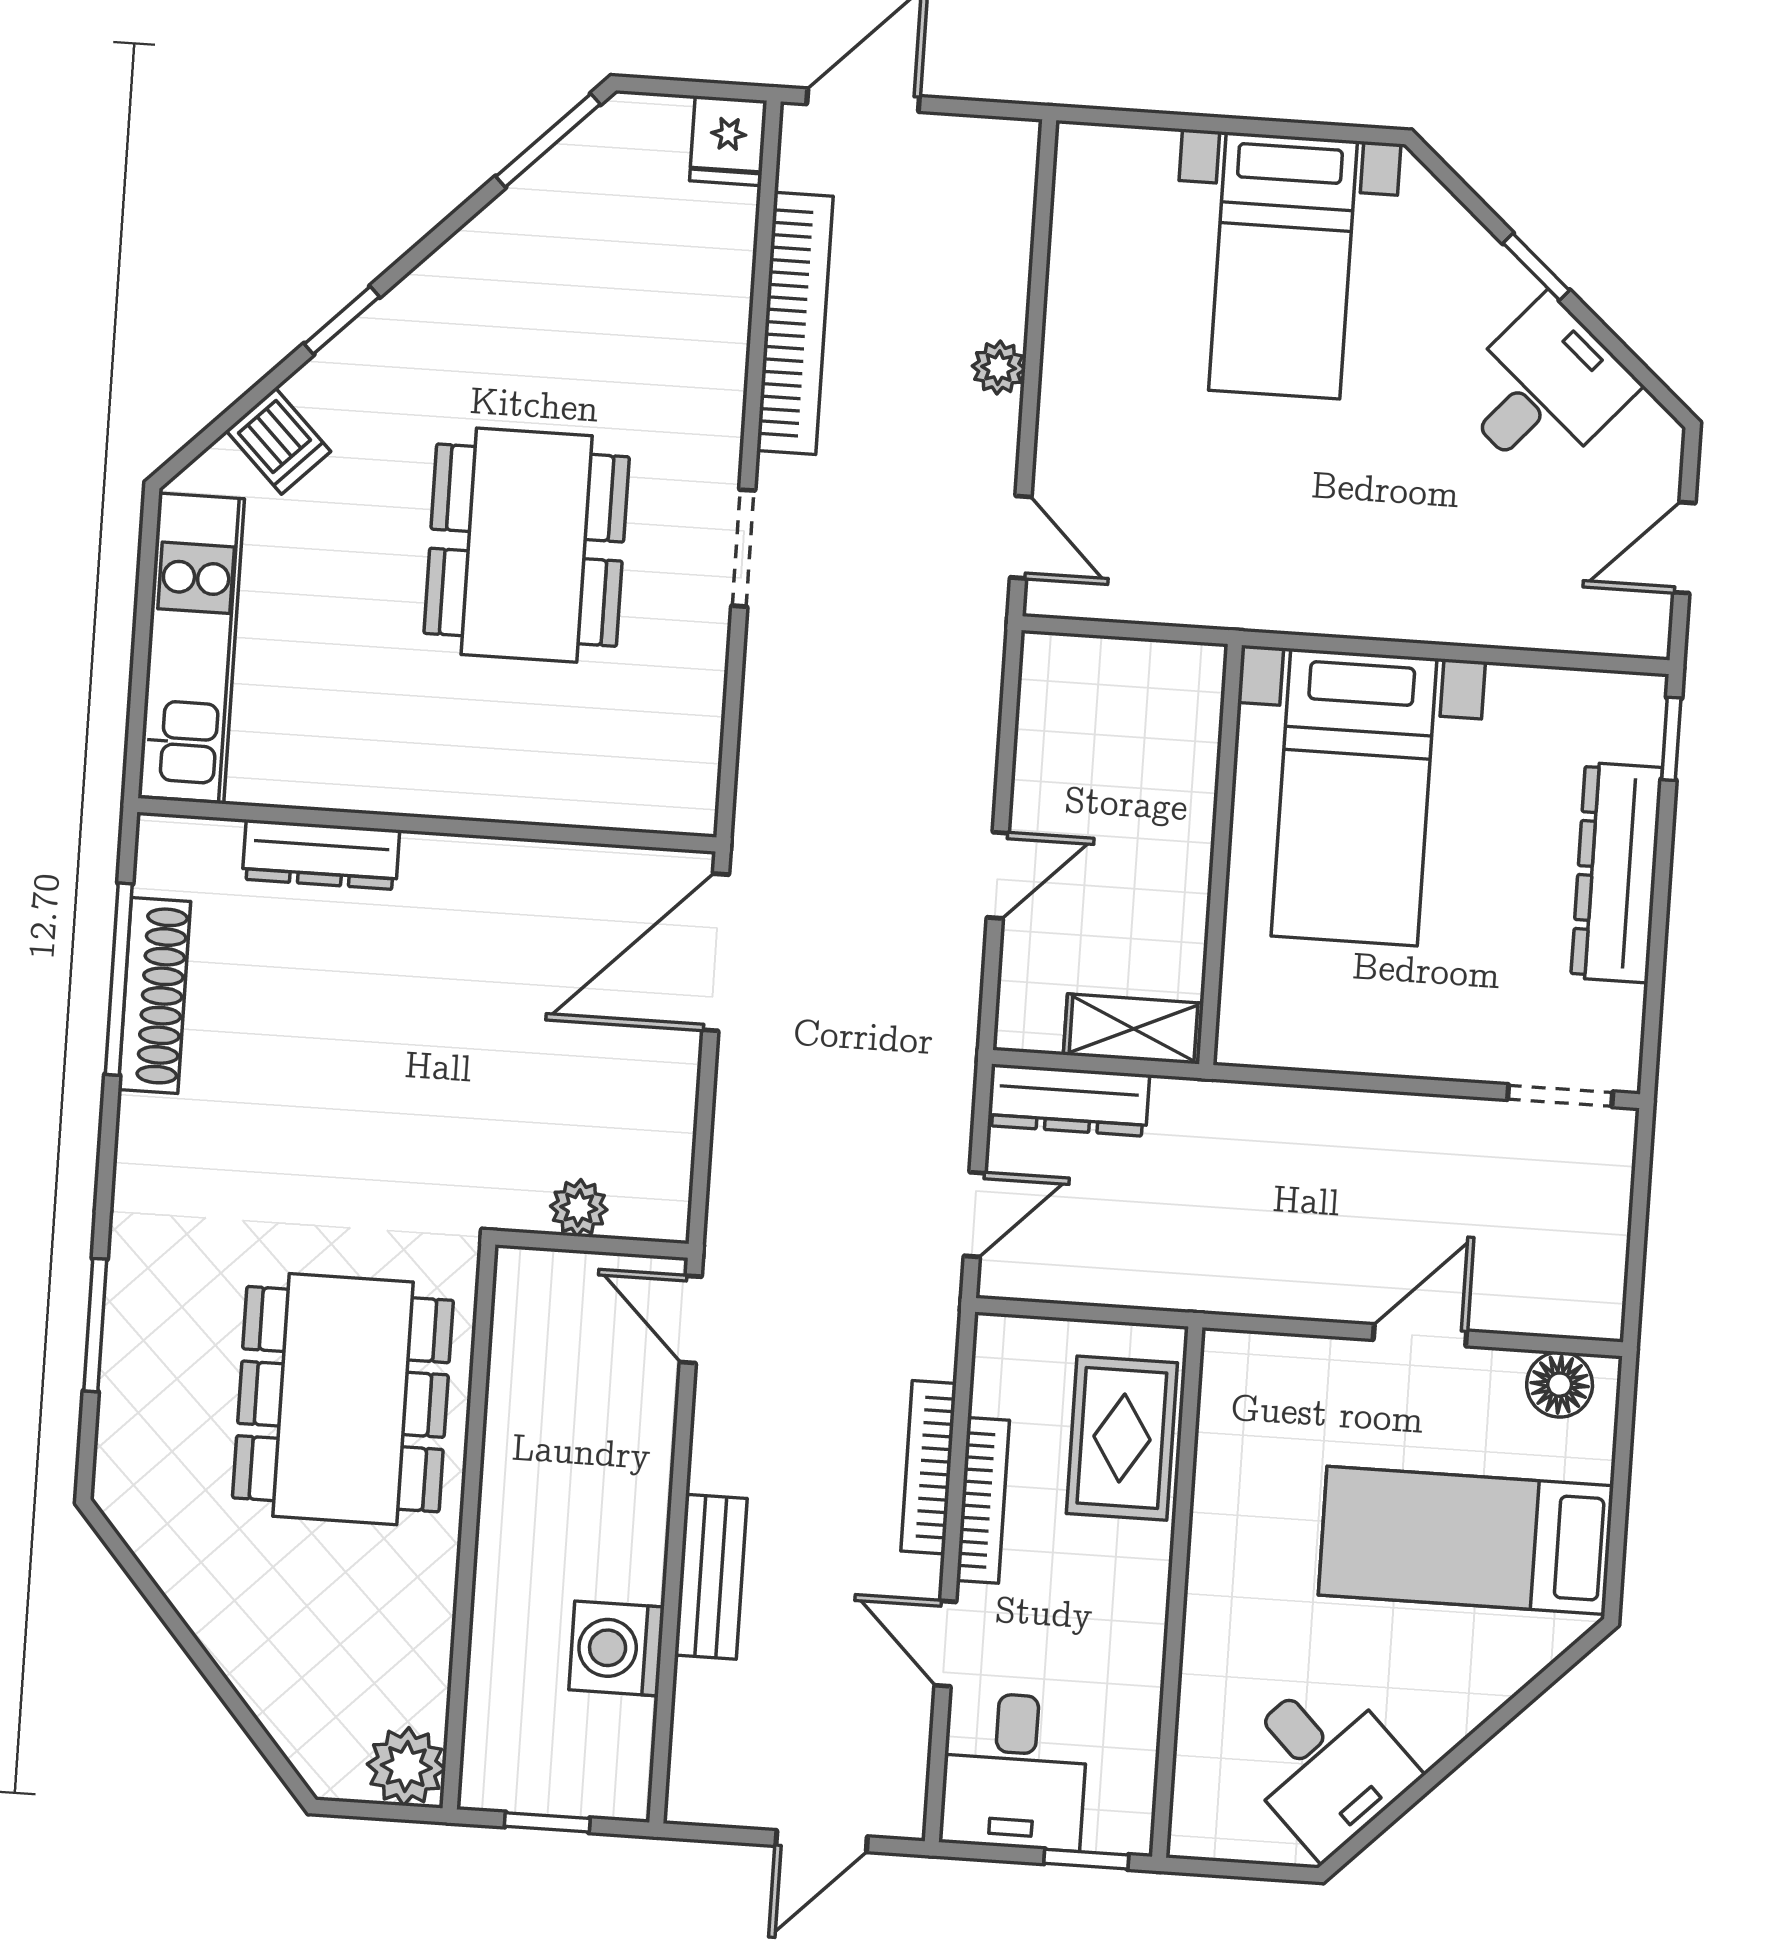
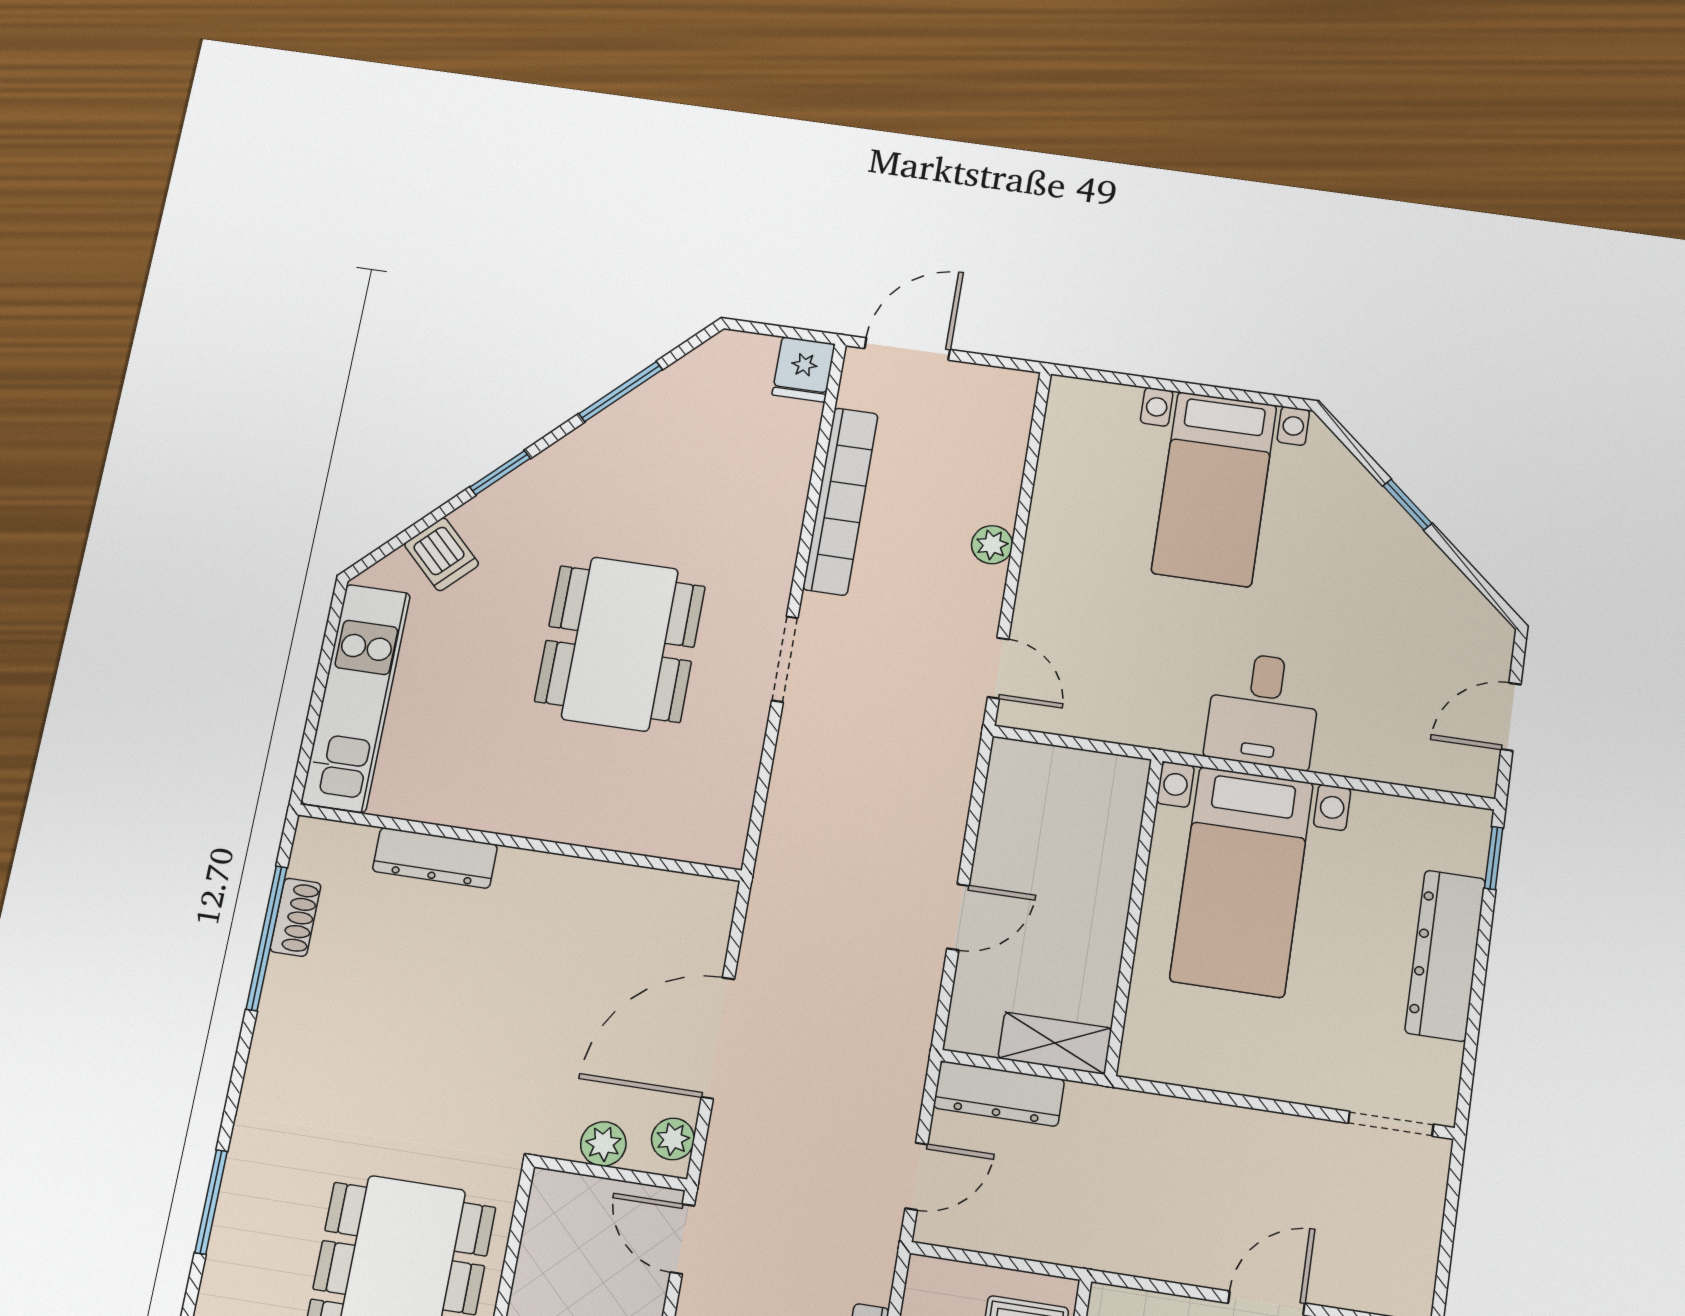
window: (548, 140) -> (621, 392), moved
desk: (1544, 389) -> (1263, 710), moved, turned 139
door: (716, 952) -> (718, 1038), moved
shoe rack: (154, 995) -> (295, 917), width x0.51, depth x0.81
plant: (665, 1194) -> (673, 1139), added

